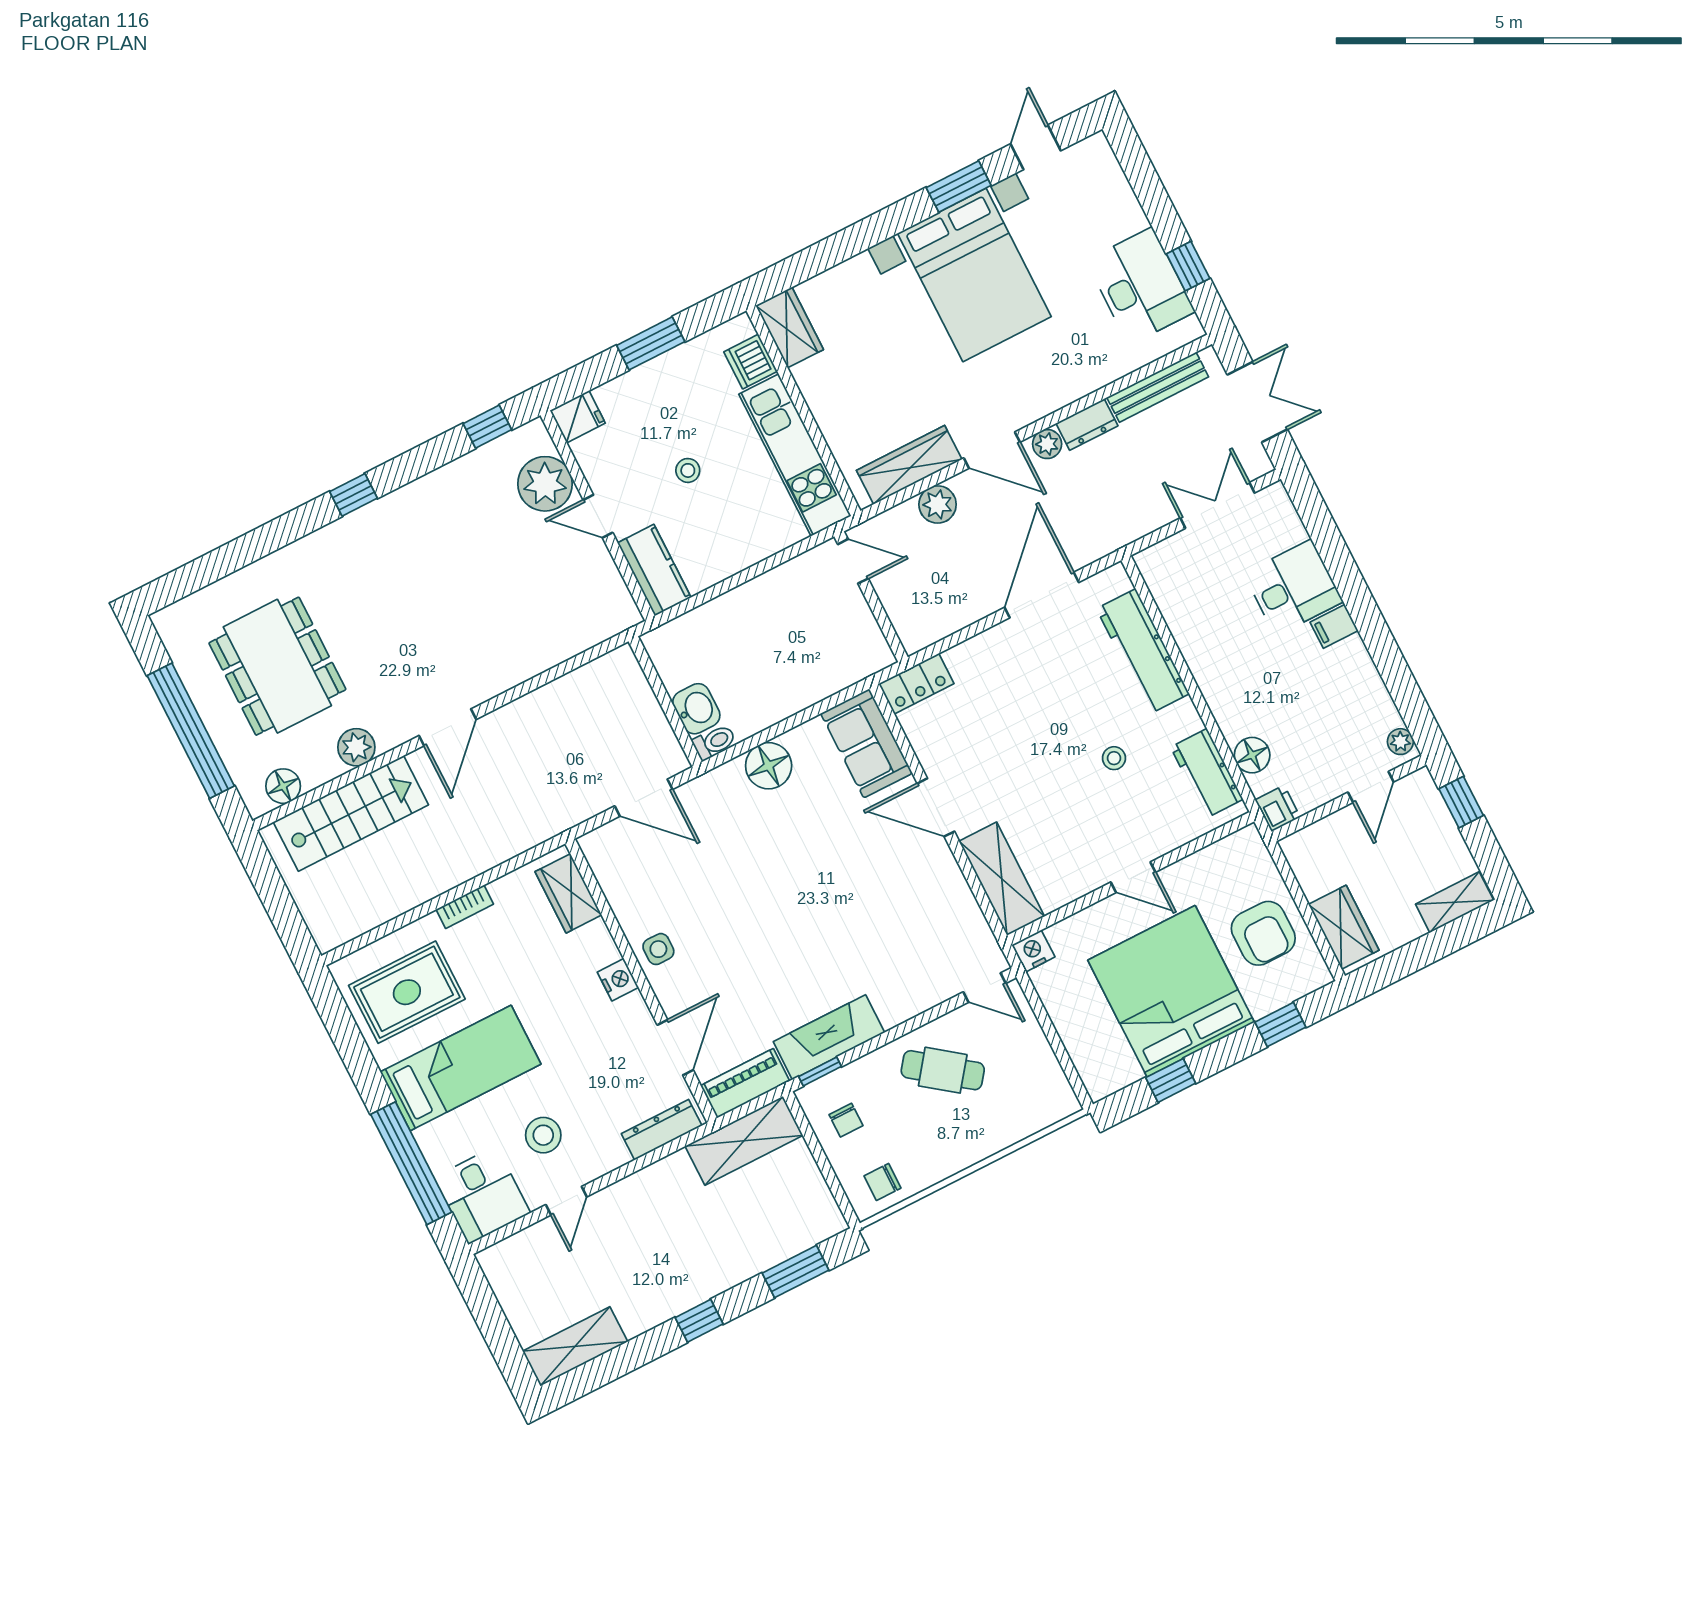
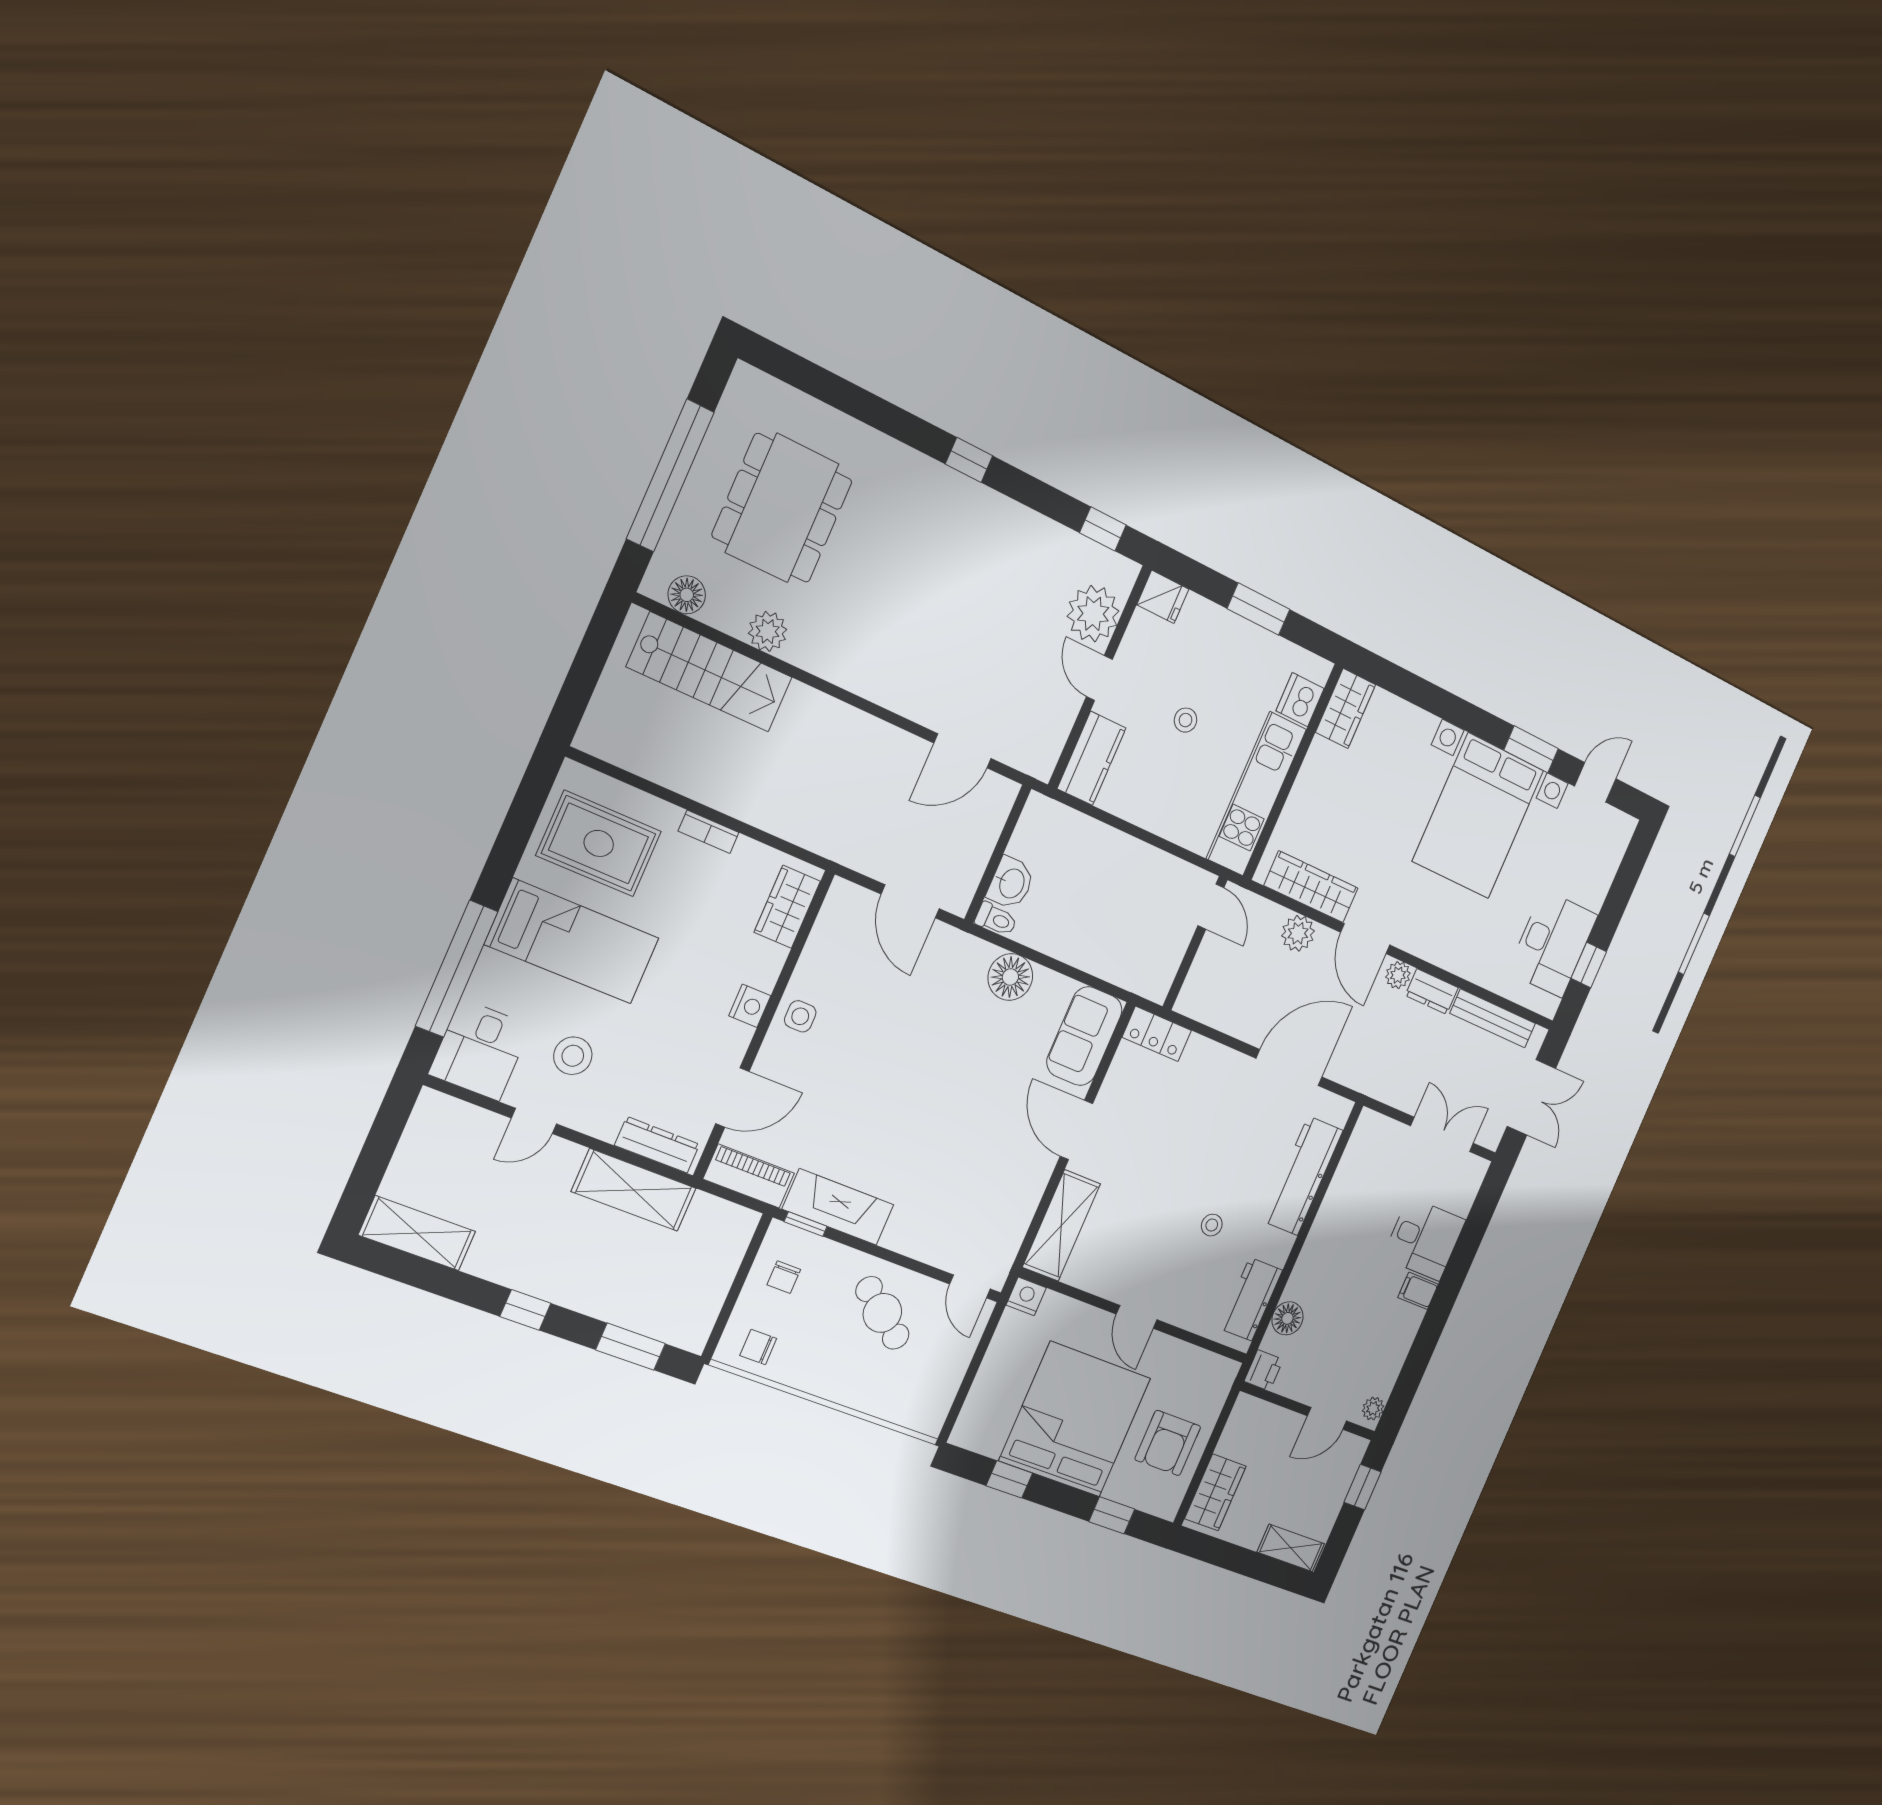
door: (448, 727) -> (963, 751), moved
shelving: (744, 1141) -> (634, 1190), moved

